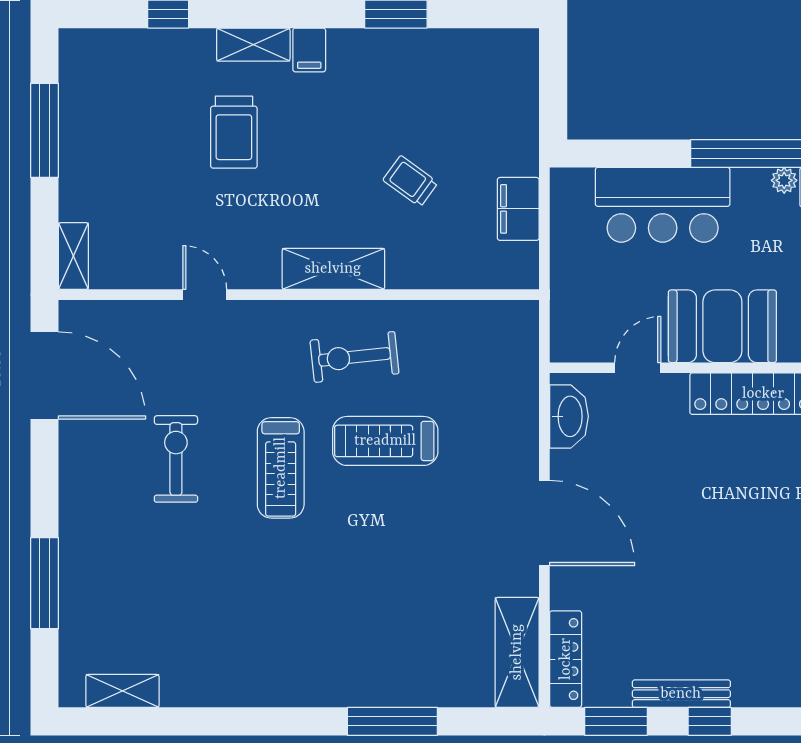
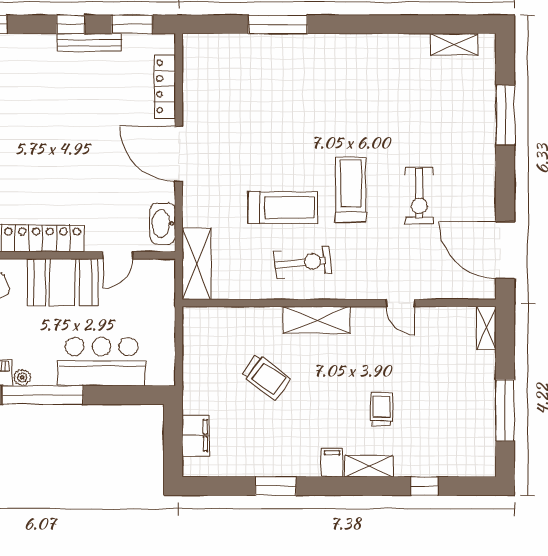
trolley: (234, 132) -> (381, 409), width x0.73, depth x0.72
trolley: (410, 181) -> (266, 377), width x1.36, depth x1.39
filing cabinet: (518, 209) -> (196, 435), moved
shelving: (517, 652) -> (196, 264), moved
locker: (566, 659) -> (165, 86), moved

